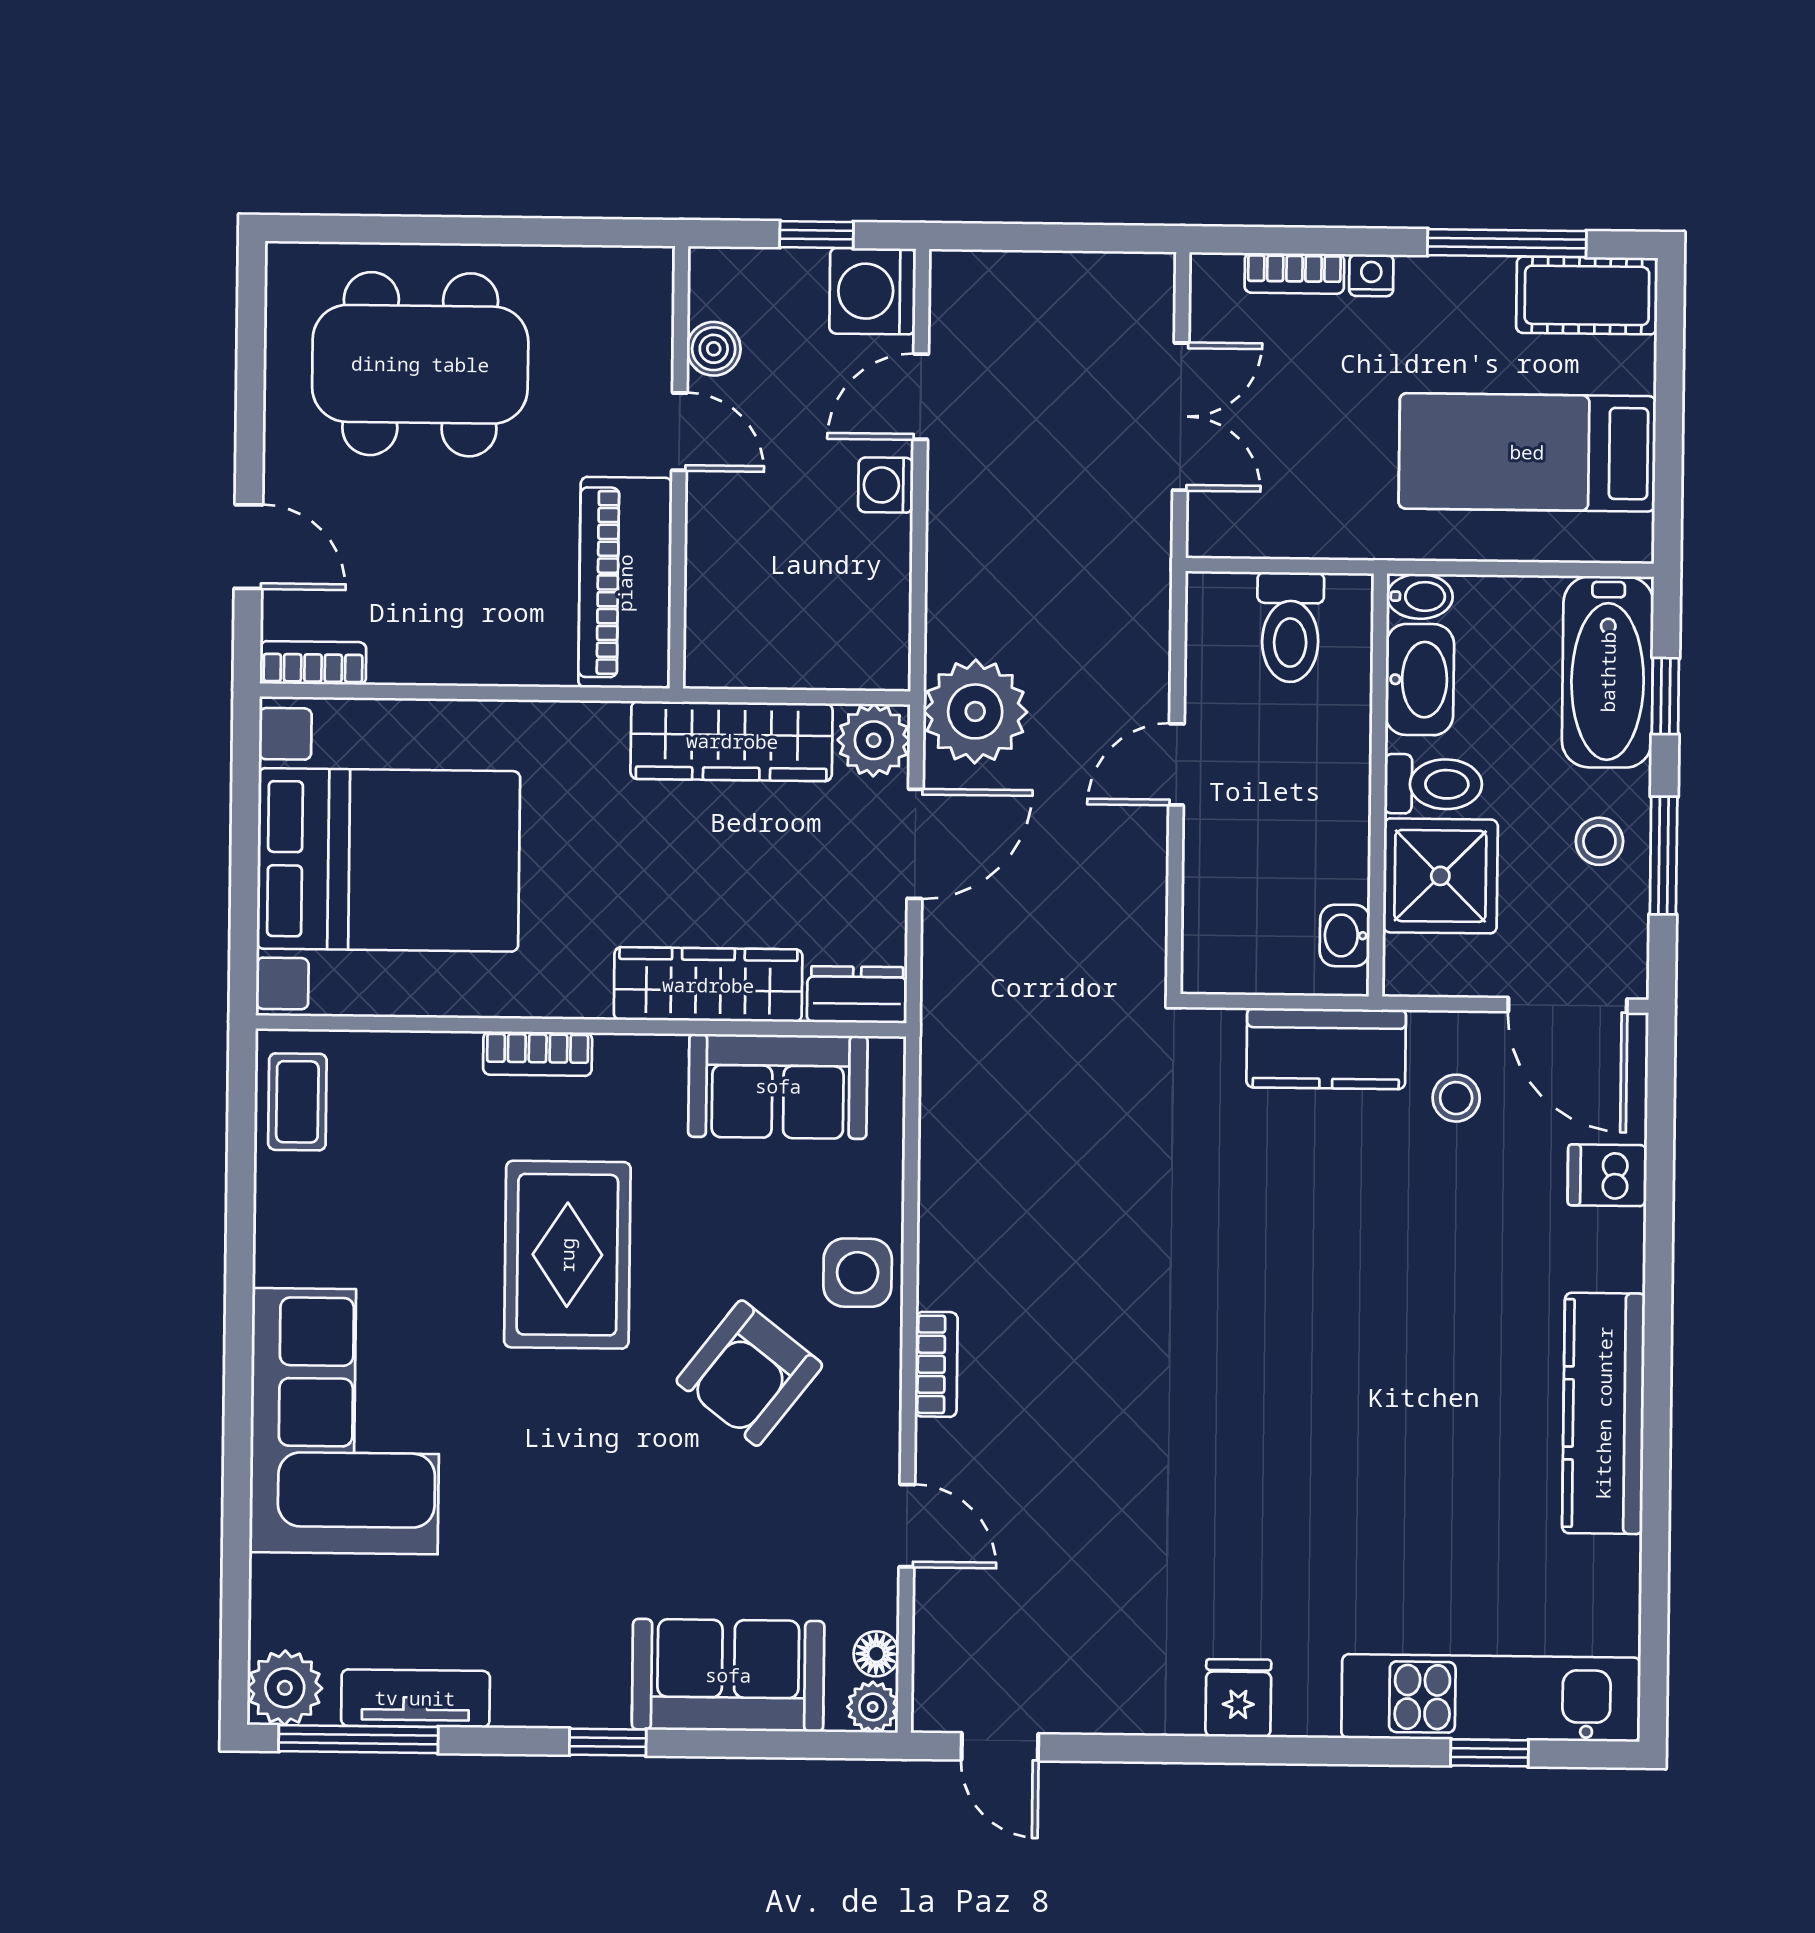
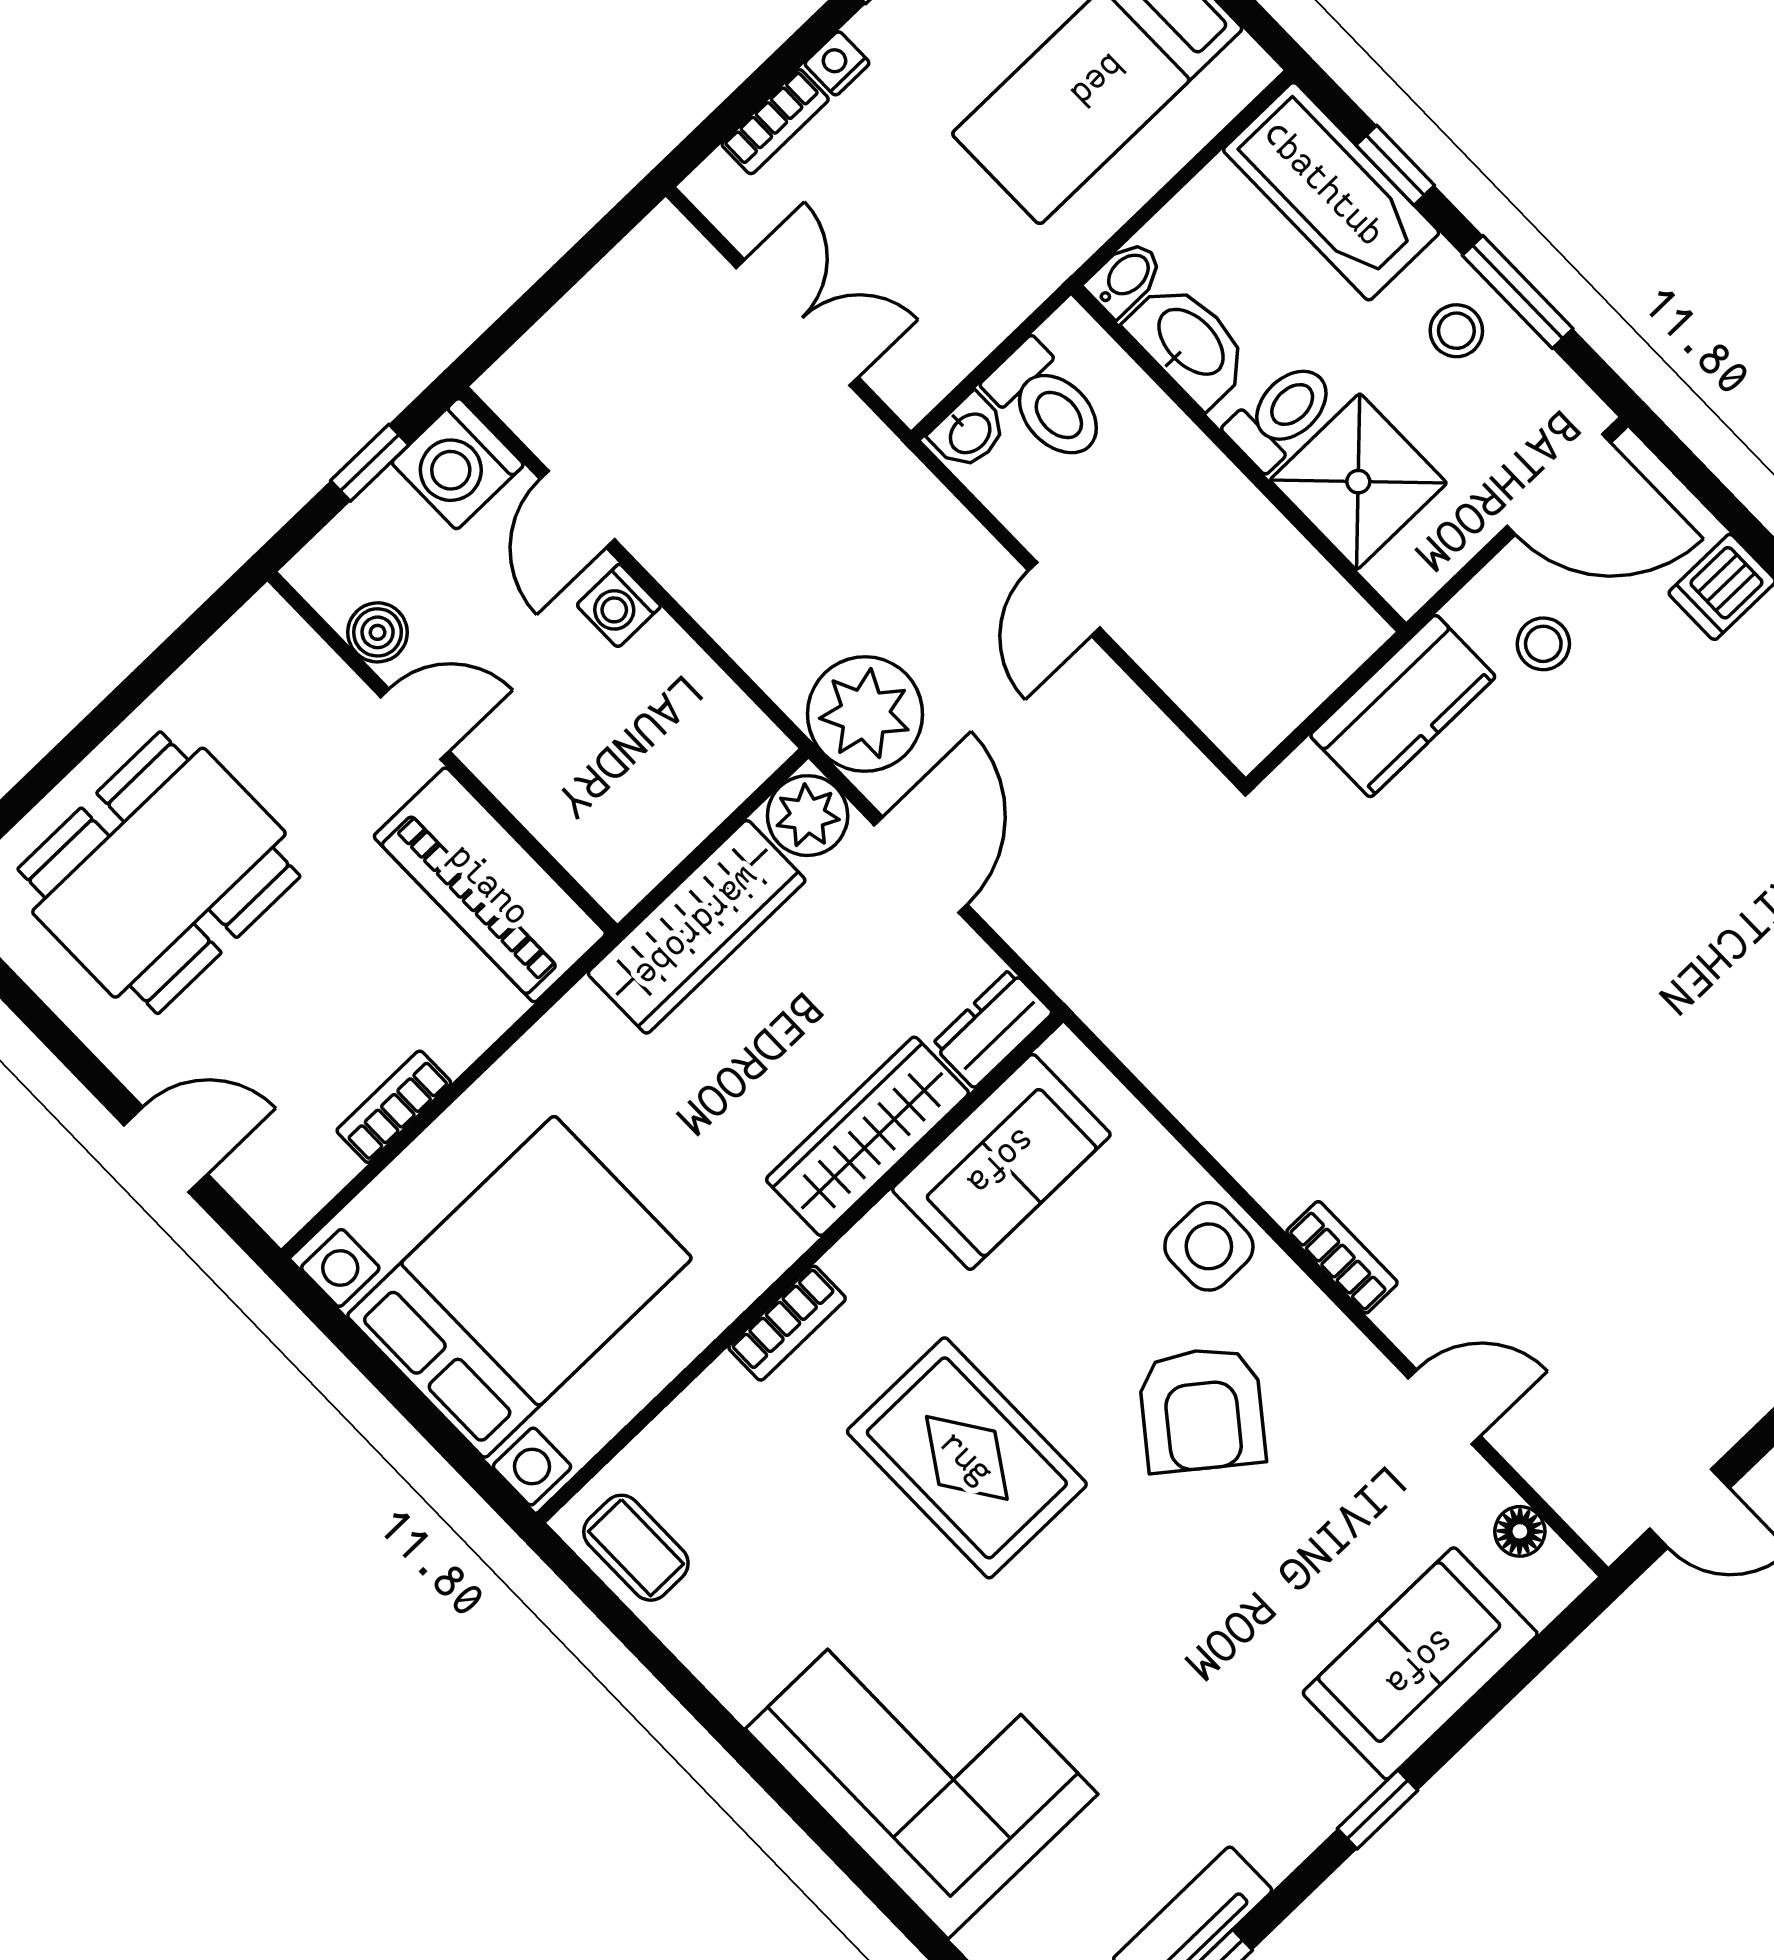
bookcase: (313, 663) -> (394, 1107), moved
washbasin: (1345, 935) -> (969, 432), moved, turned -90
plant: (873, 1707) -> (1558, 1576), removed

